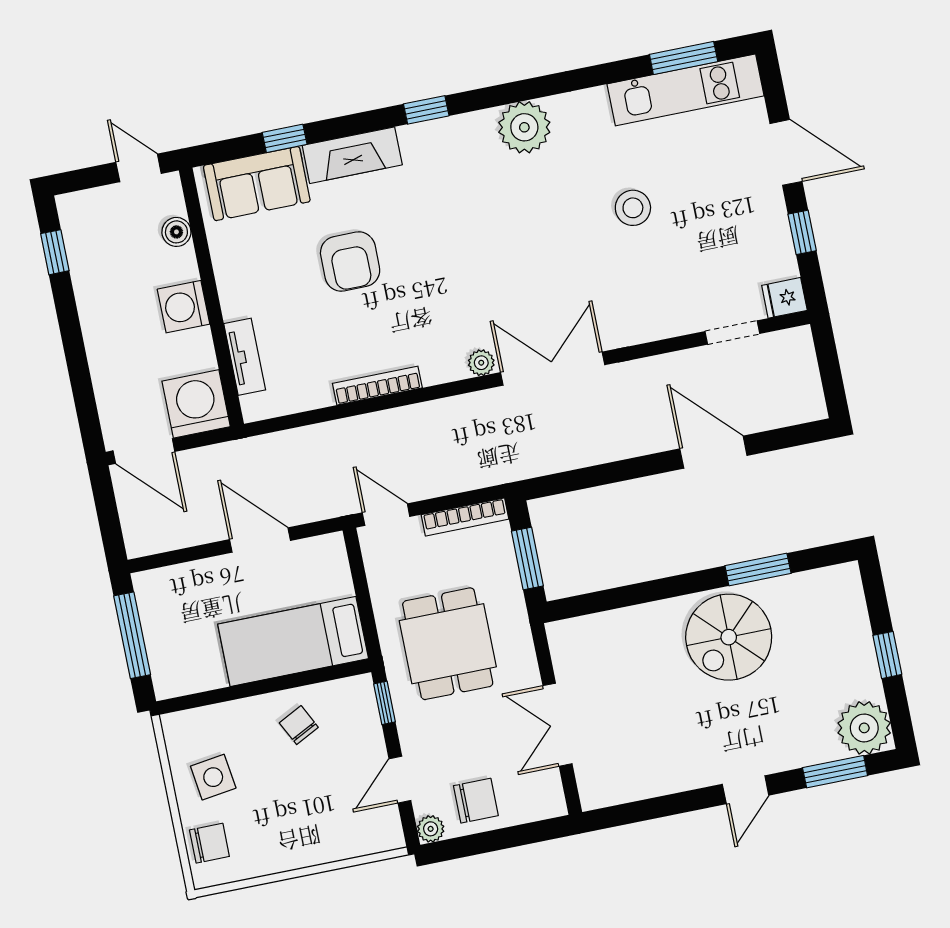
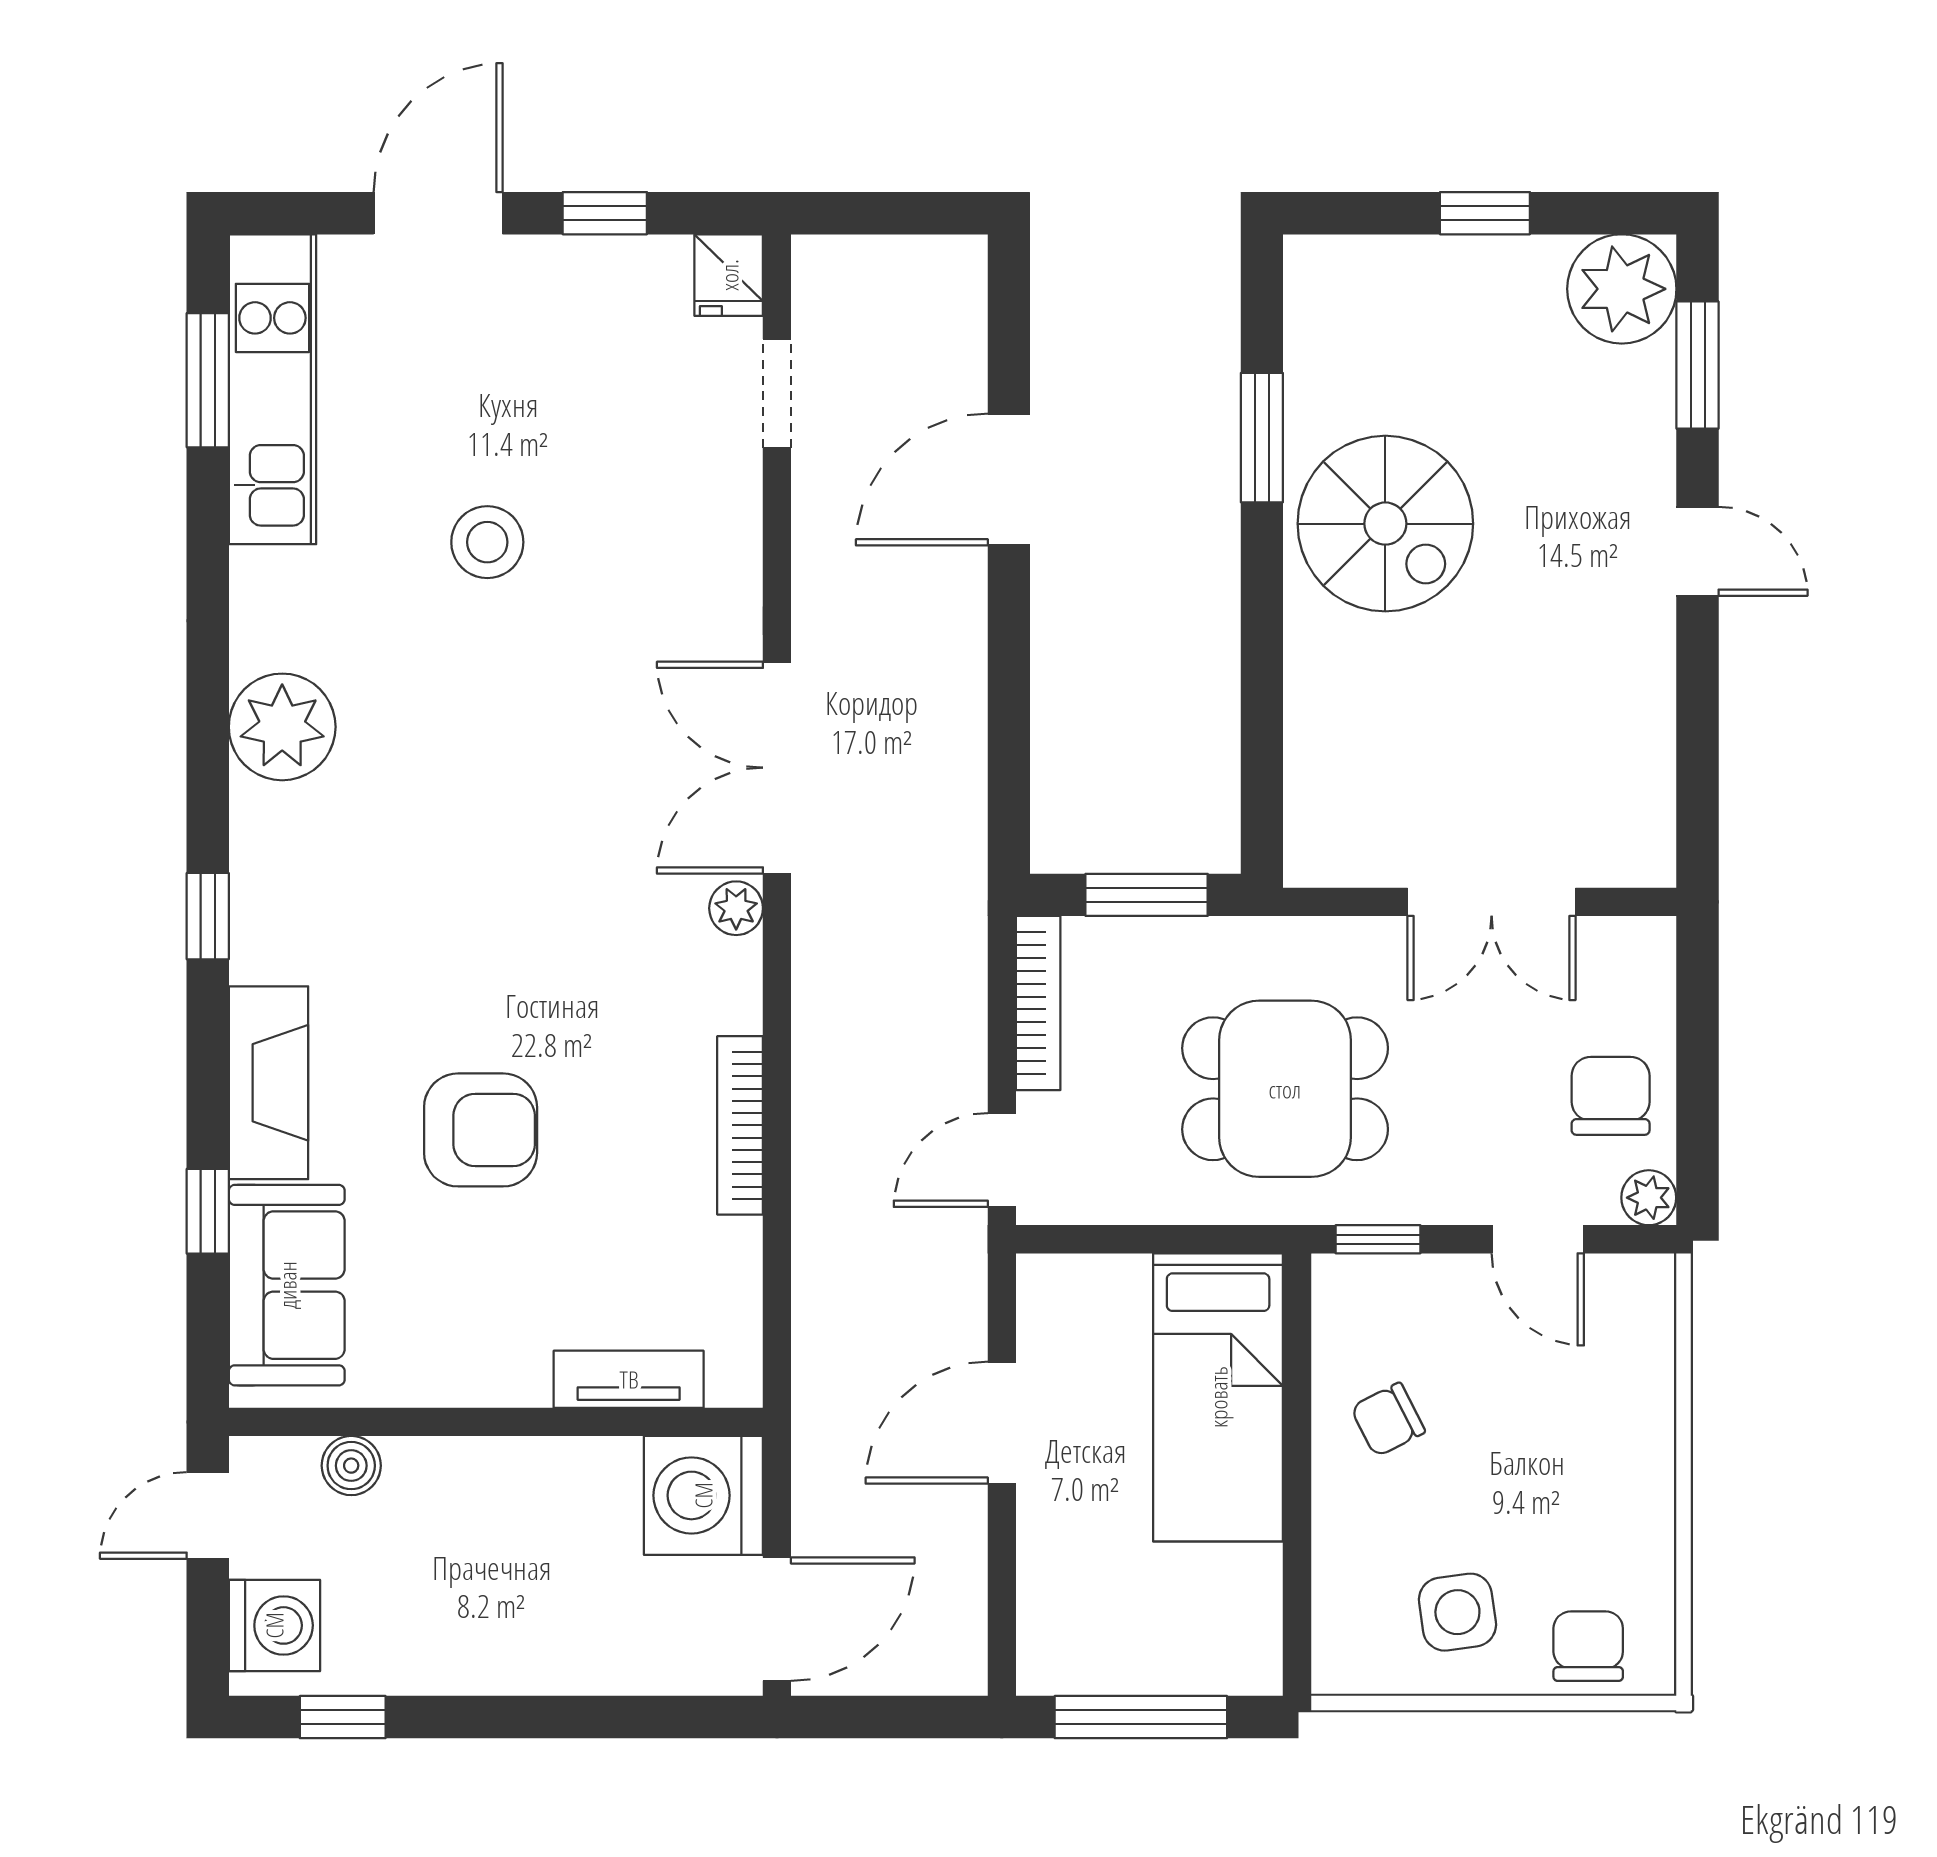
washing machine: (183, 307) -> (274, 1625), moved, turned -90

